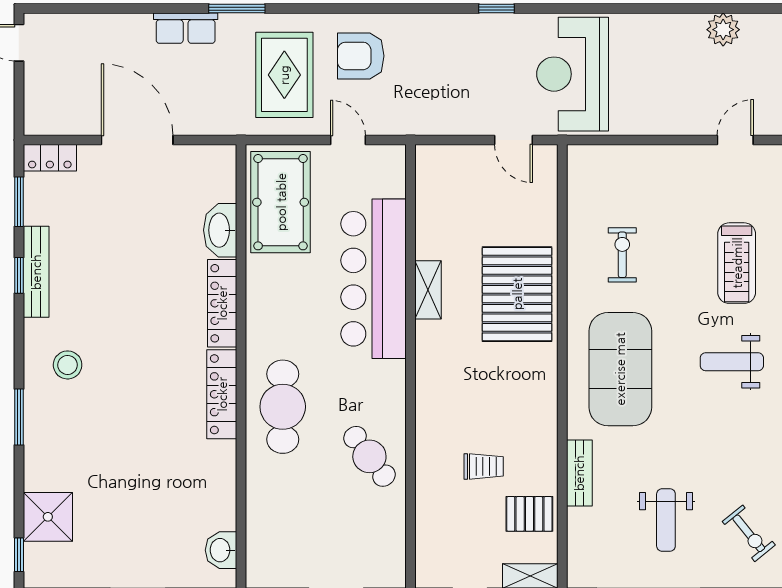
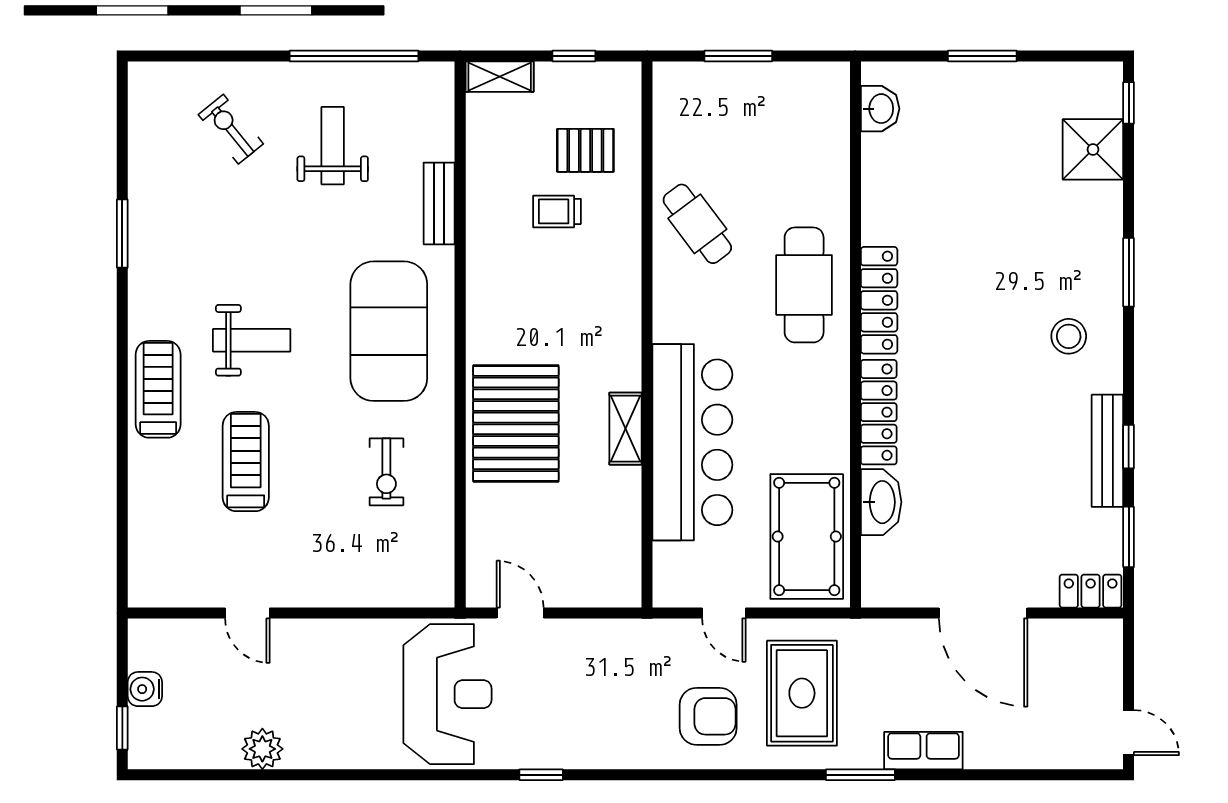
door: (735, 140) -> (247, 613), hinge flipped
pallet: (529, 514) -> (585, 150), moved

